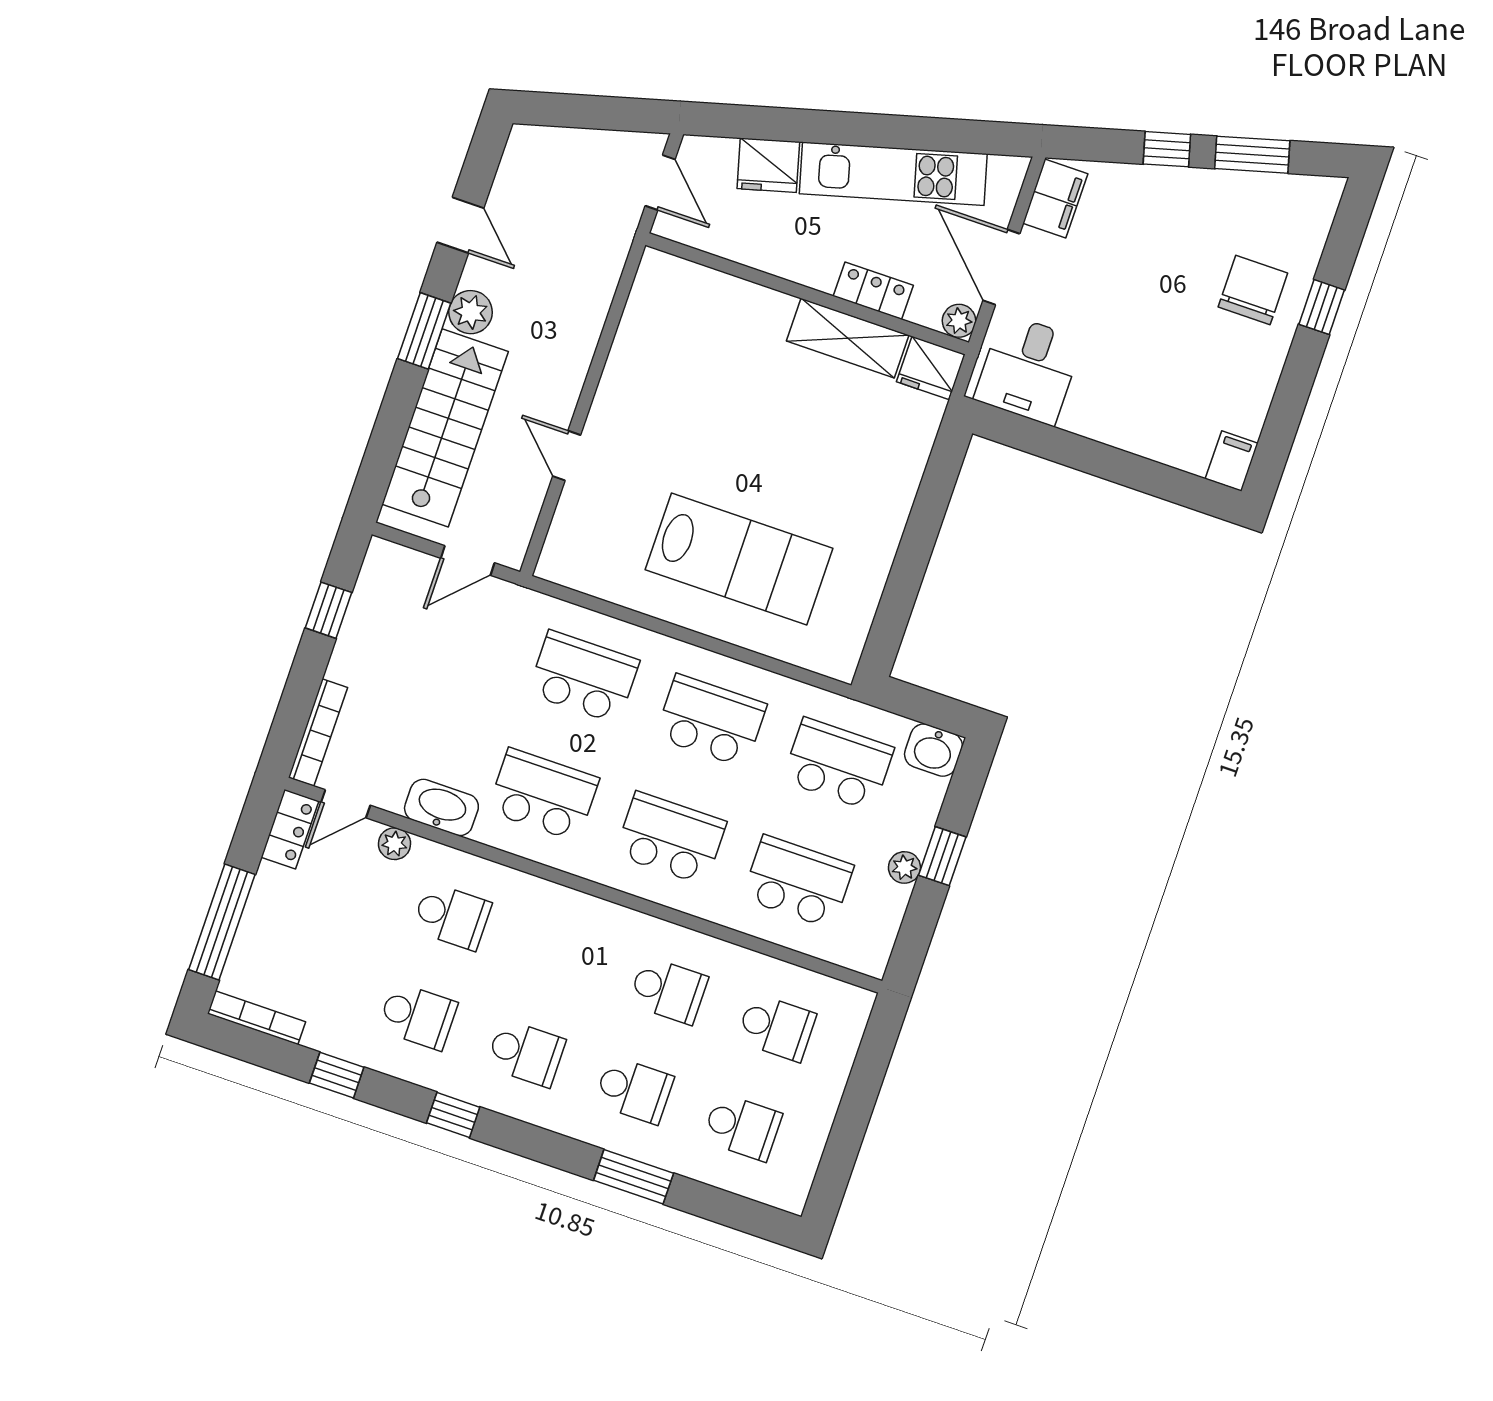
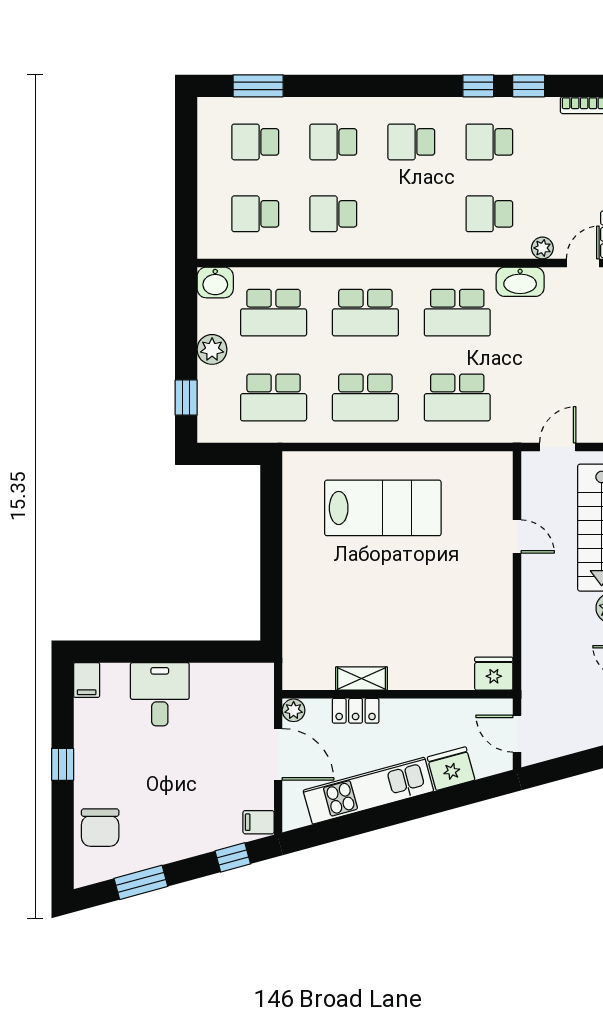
window: (1167, 149) -> (233, 857), moved
filing cabinet: (1055, 198) -> (259, 822), width x0.50
chair: (1253, 290) -> (100, 828), moved
window: (1322, 307) -> (63, 764), moved
shelving: (848, 338) -> (362, 678), width x0.67, depth x0.75
fridge: (931, 368) -> (494, 674), moved
desk: (1028, 369) -> (160, 694), moved
lab bench: (739, 559) -> (383, 508), turned 180
washbasin: (933, 750) -> (215, 282), moved, turned 180
window: (942, 856) -> (186, 398), moved
plant: (904, 867) -> (212, 349), width x1.38, depth x1.38
window: (453, 1115) -> (478, 86), moved
window: (634, 1177) -> (258, 86), moved

